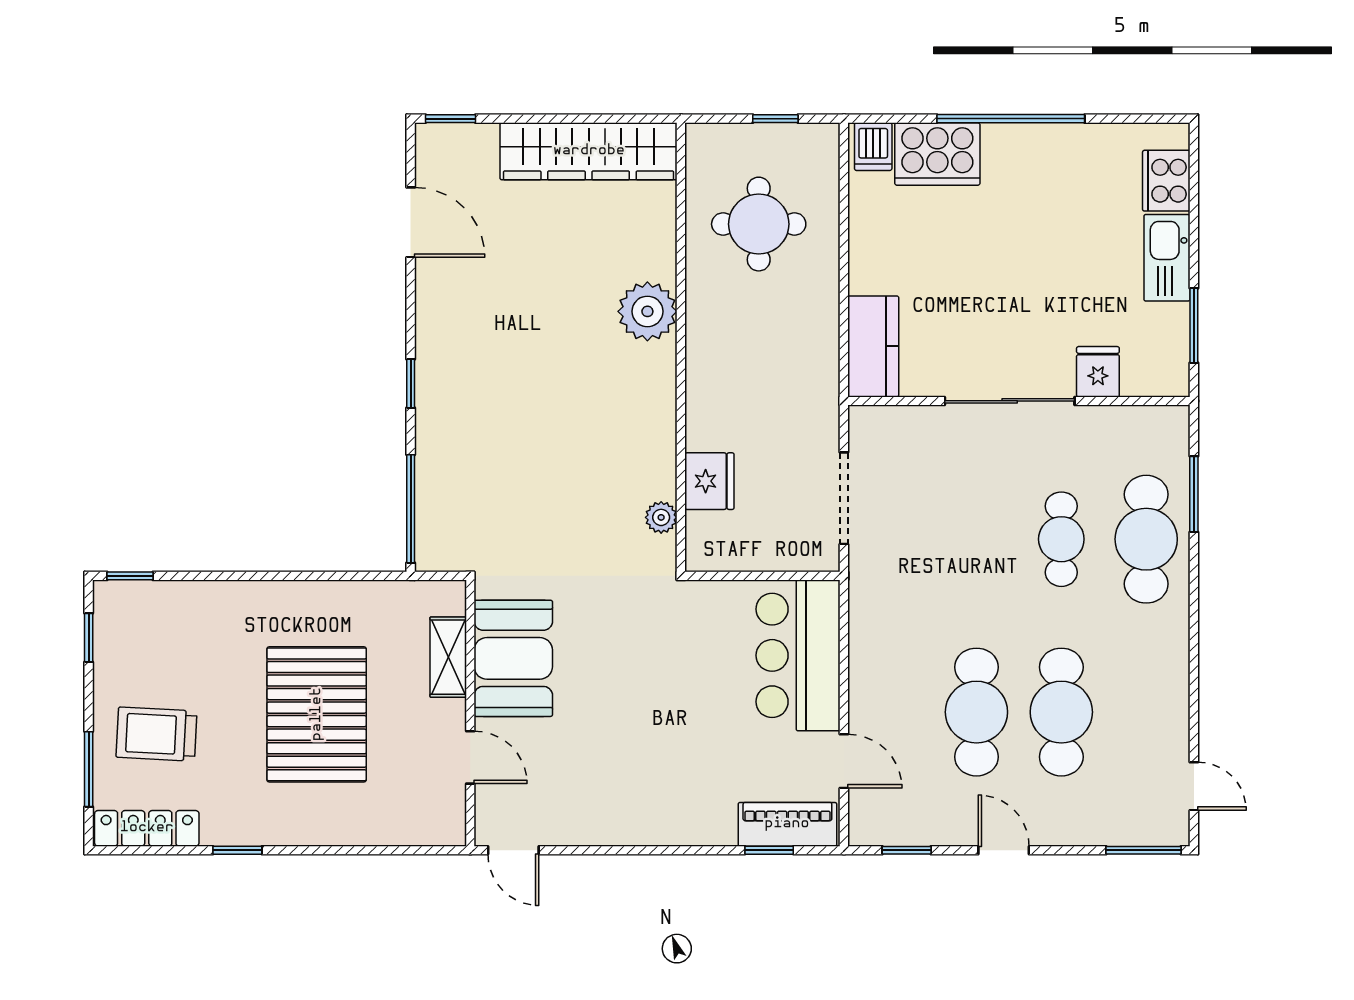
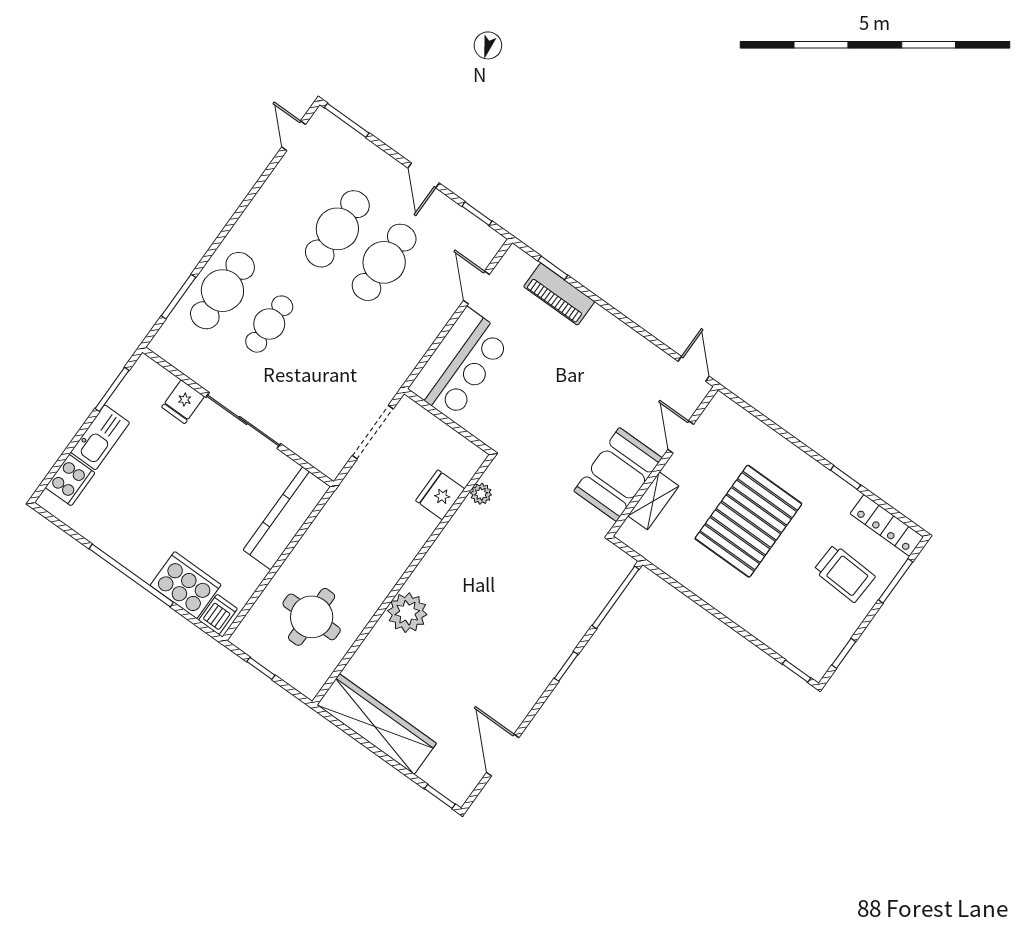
kitchen counter: (873, 346) -> (287, 518), width x1.50
piano: (787, 824) -> (559, 294), moved

